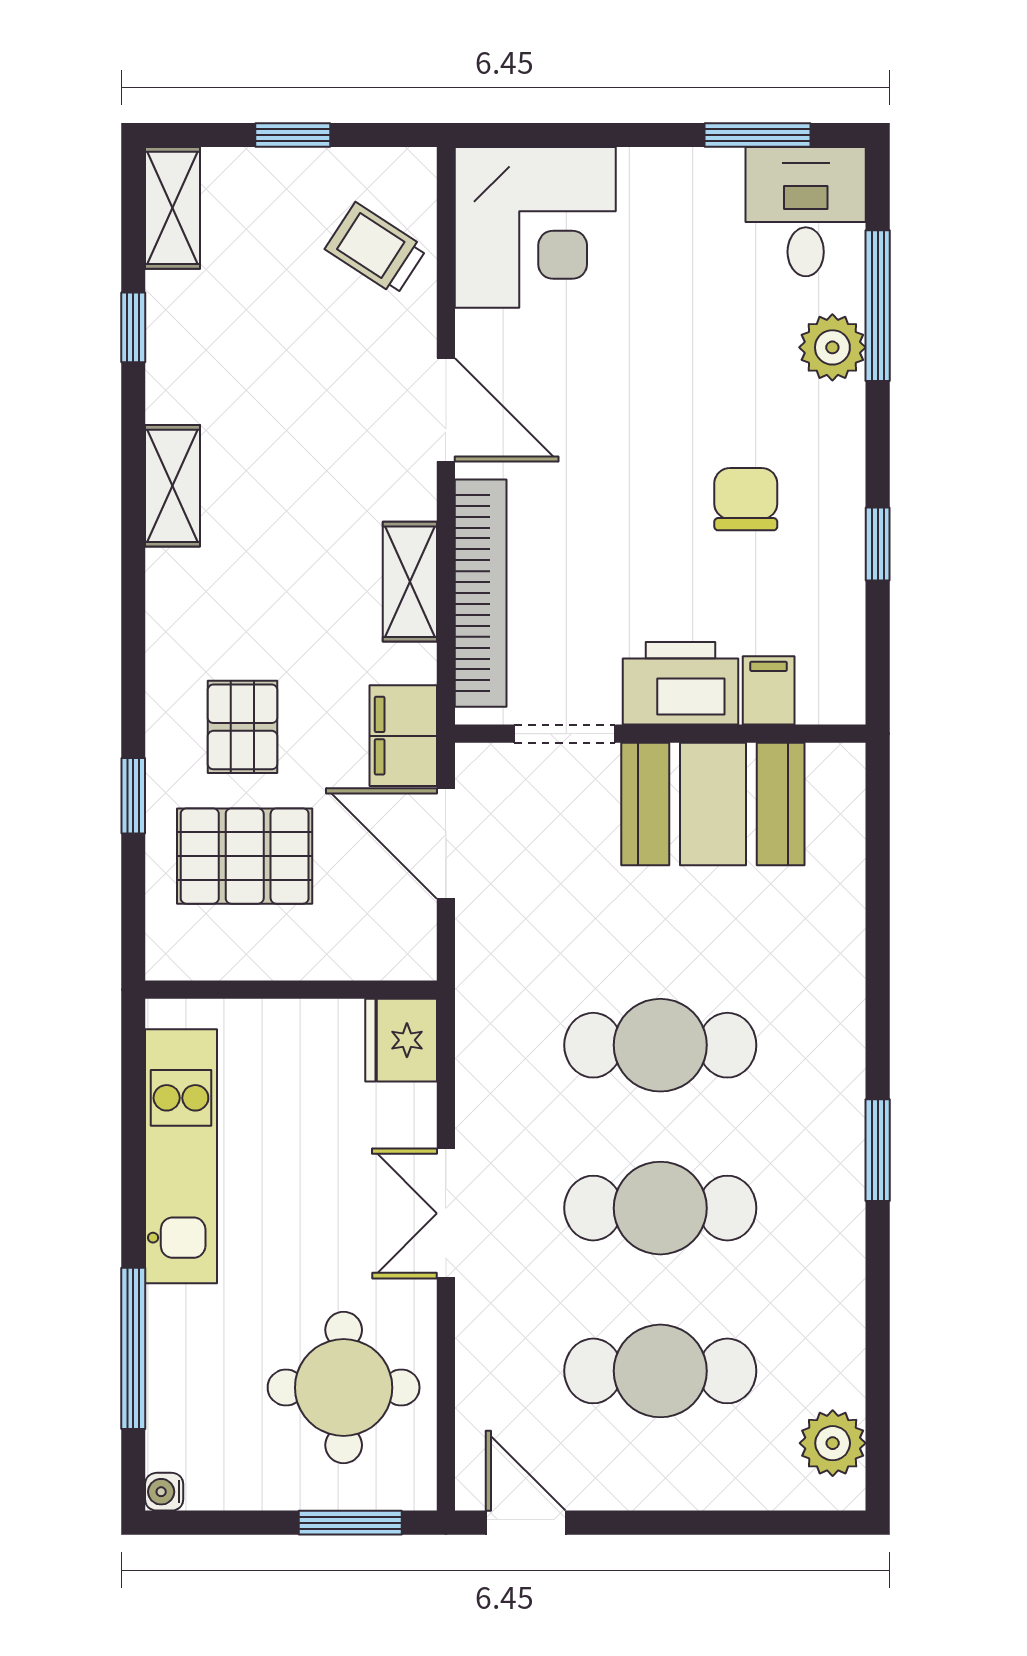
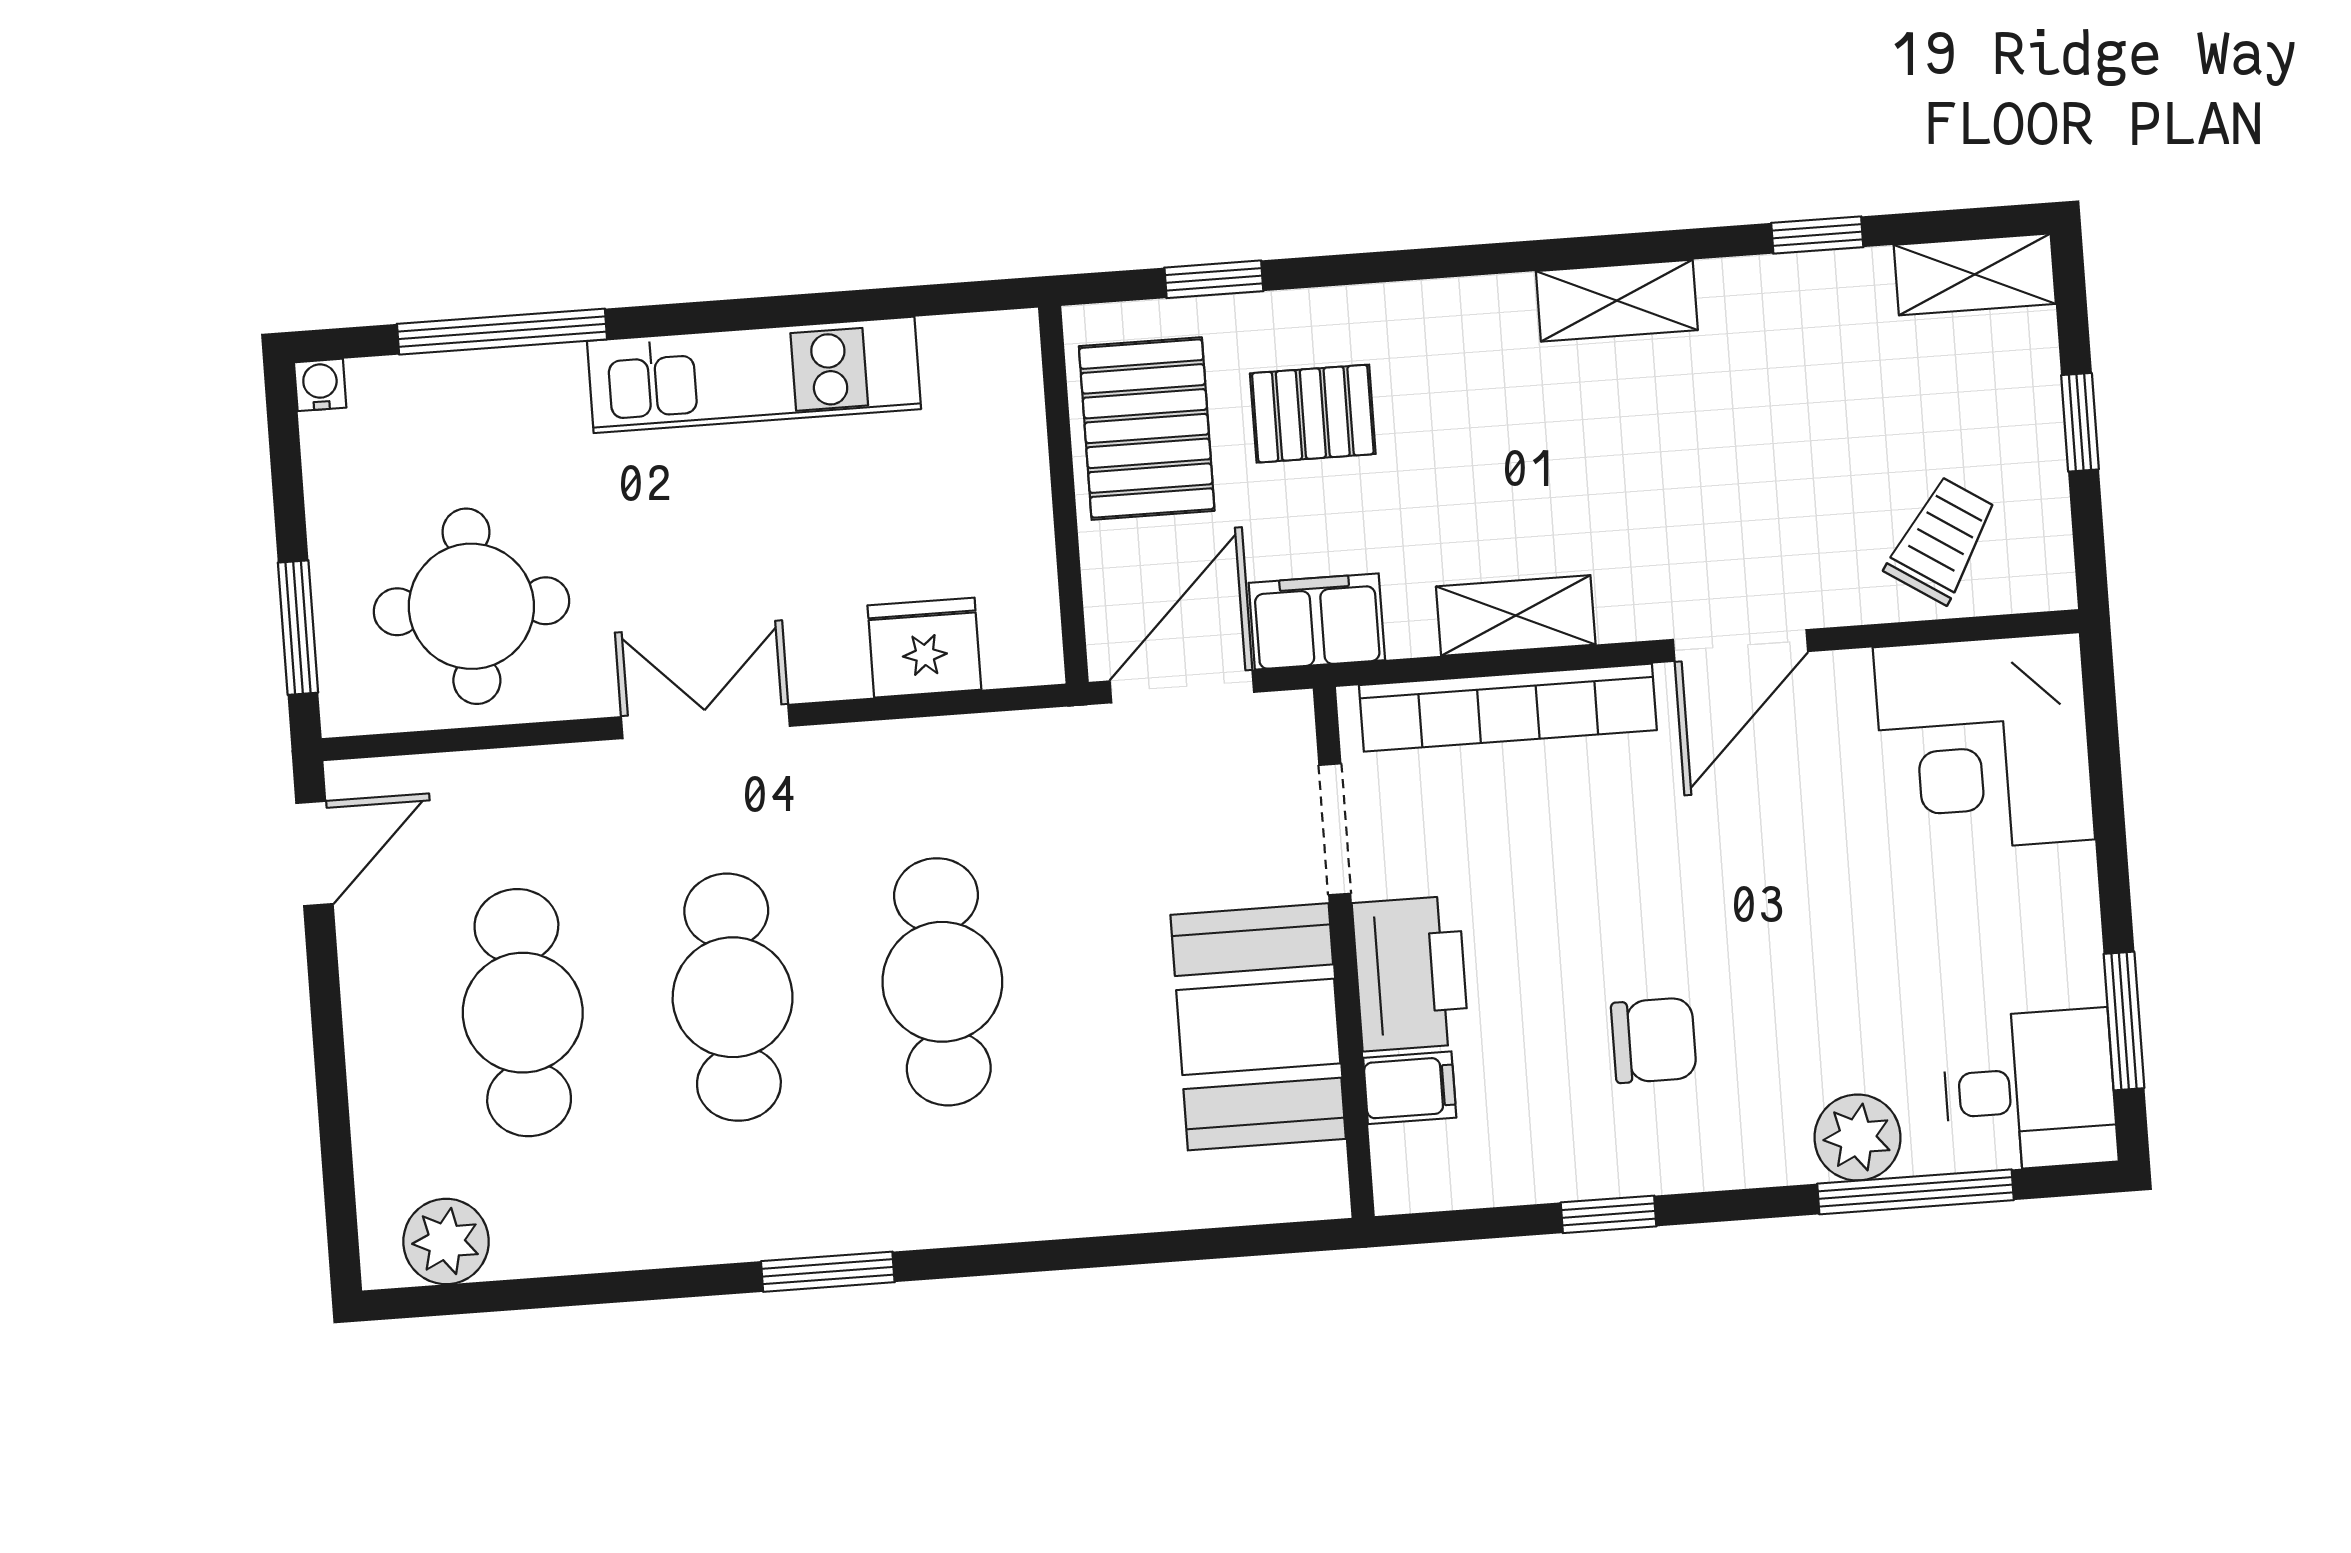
wall: (291, 990) -> (1063, 495), moved

